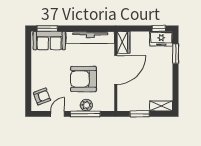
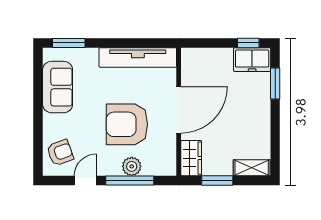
sofa: (49, 41) -> (58, 87), moved, turned -90
wardrobe: (123, 42) -> (191, 158), moved

